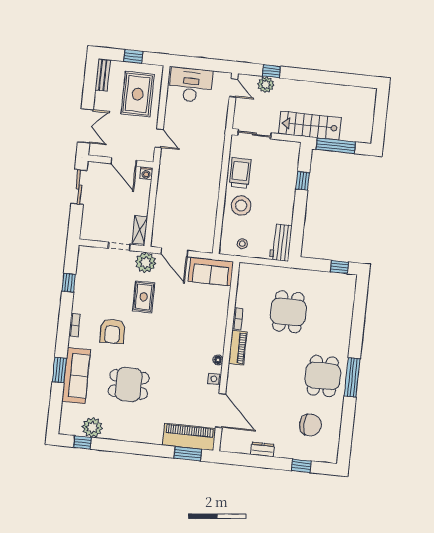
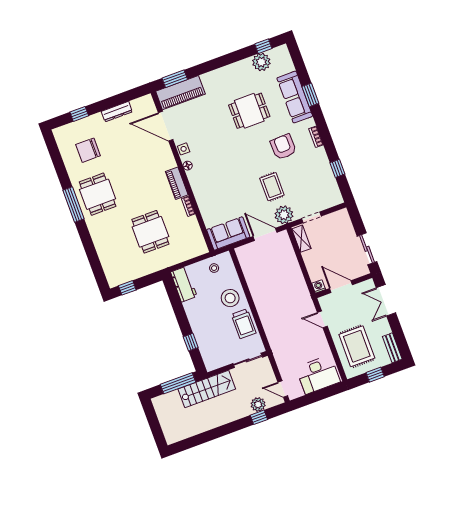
dresser: (262, 449) -> (117, 112), width x1.44

